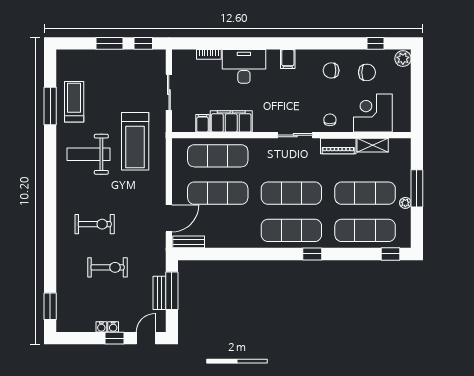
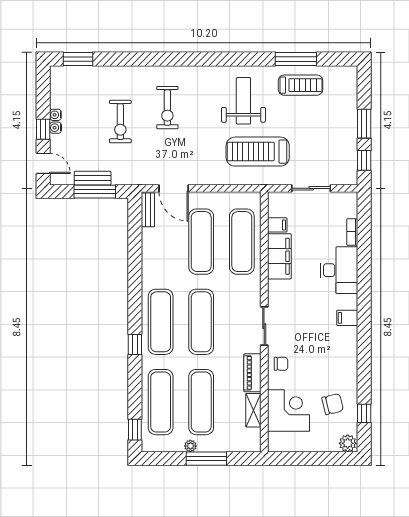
chair: (331, 70) -> (335, 365), removed
chair: (367, 72) -> (333, 404), turned -103

